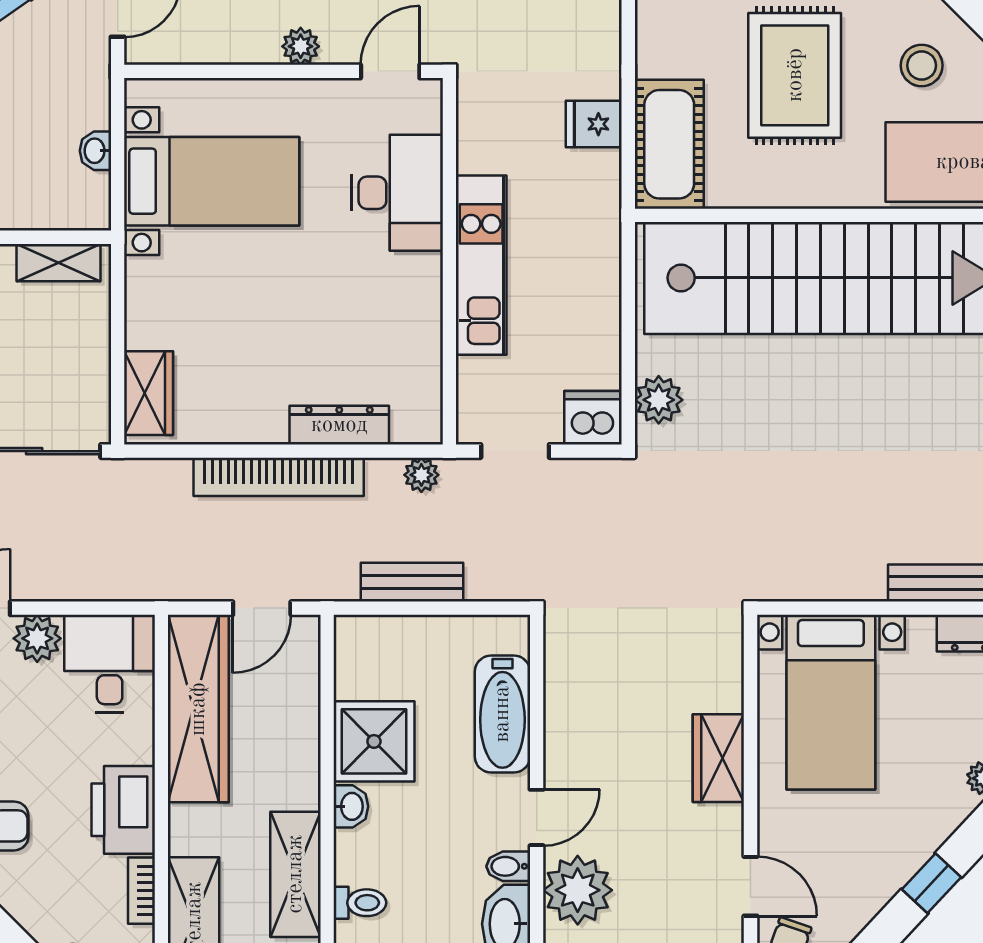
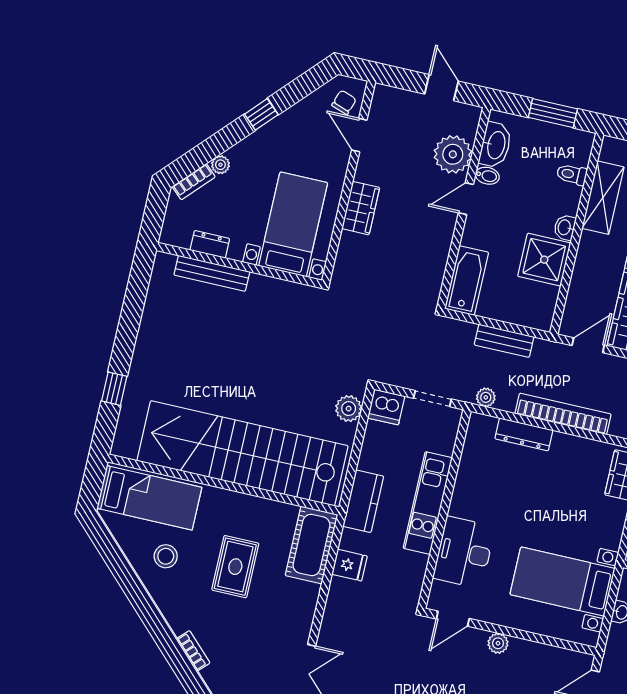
rug: (795, 75) -> (235, 567), width x0.73, depth x0.70
kitchen counter: (596, 242) -> (363, 501), added
bathtub: (502, 714) -> (467, 280), moved

